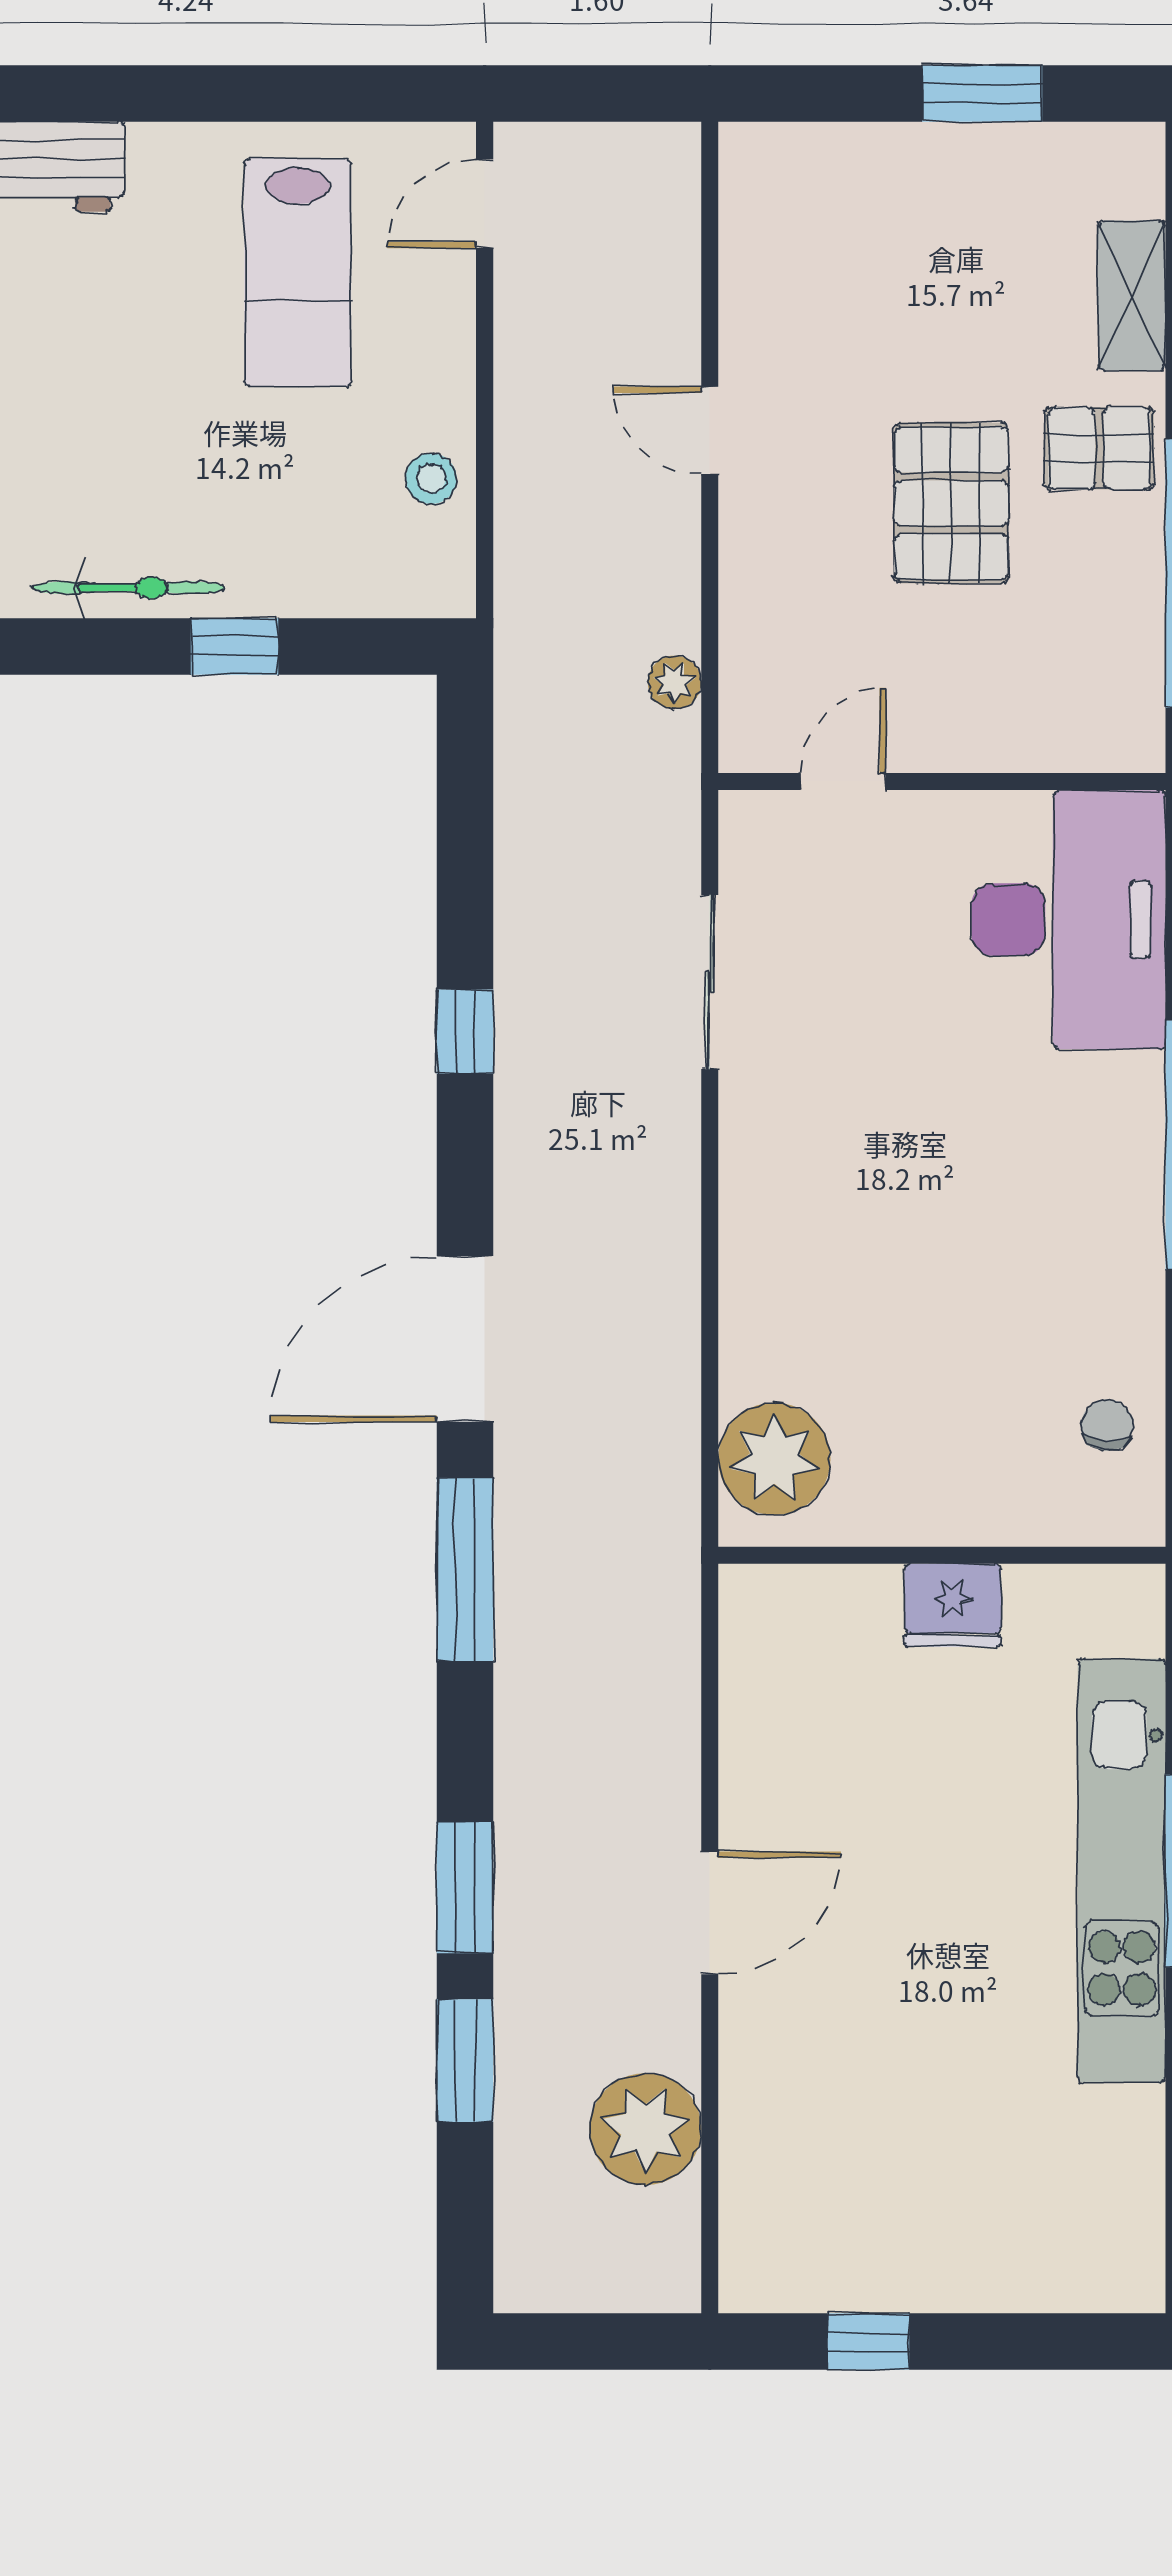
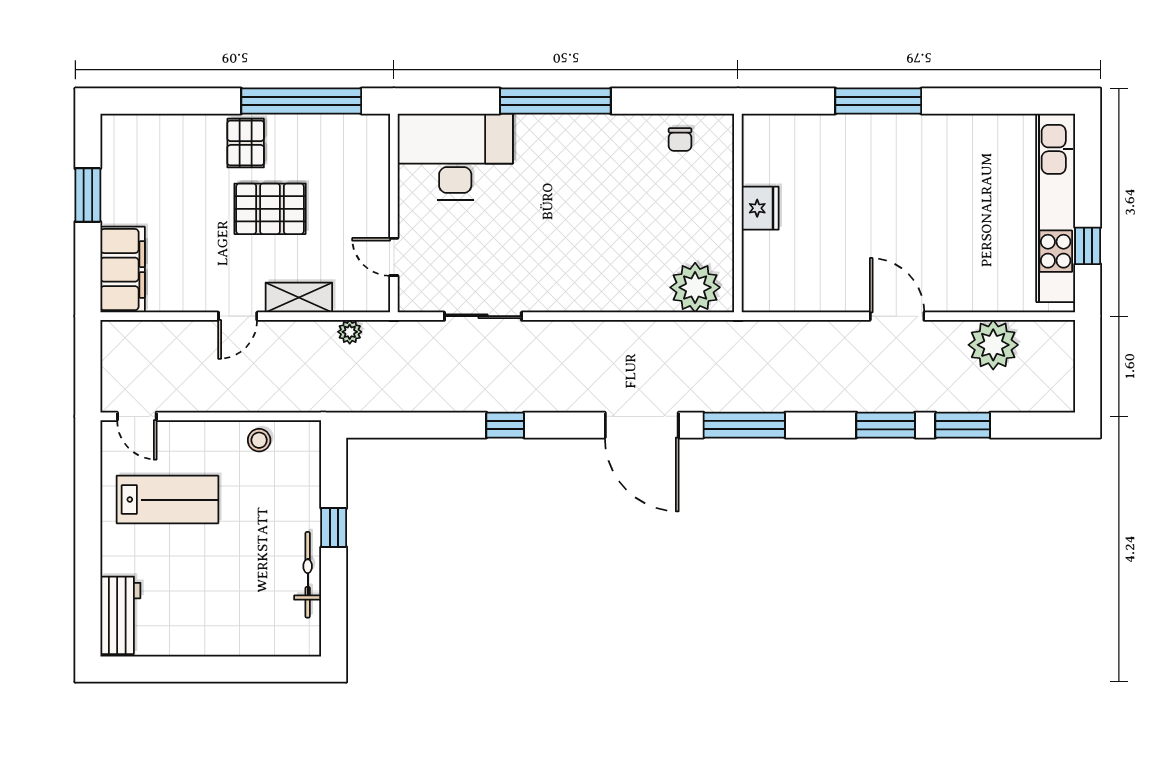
filing cabinet: (815, 172) -> (123, 270), added
shelving: (1132, 295) -> (299, 297), moved
chair: (1107, 1425) -> (680, 140), turned -94
kitchen unit: (1122, 1871) -> (1056, 208), moved, turned 90

